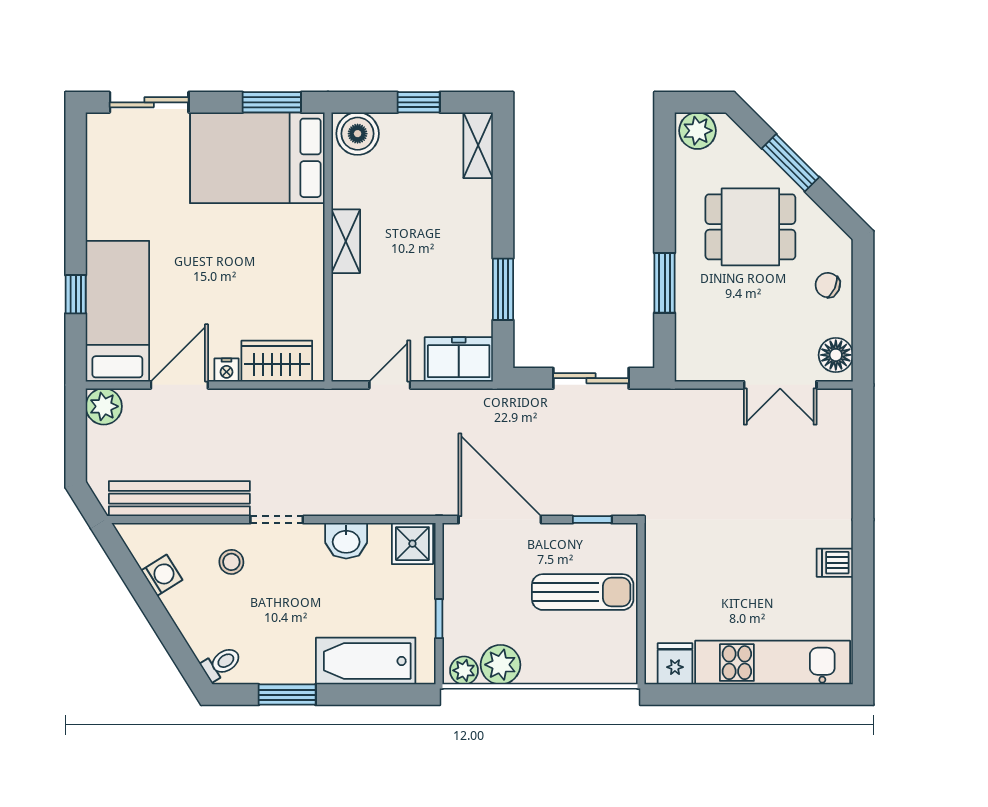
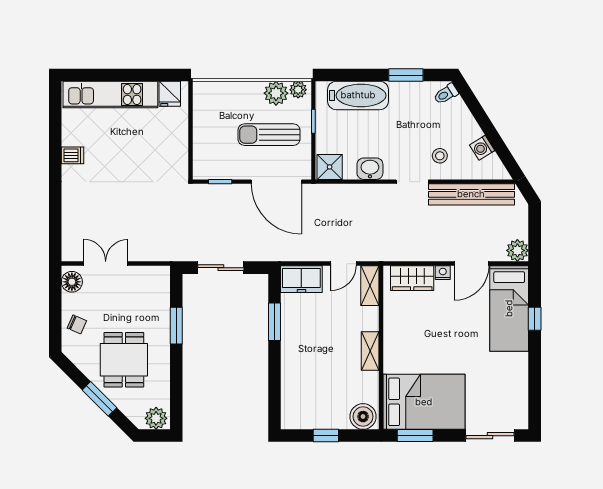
shelving: (478, 145) -> (370, 286), moved
dining table: (750, 227) -> (124, 360), turned 90
sun lounger: (583, 592) -> (269, 135), moved

